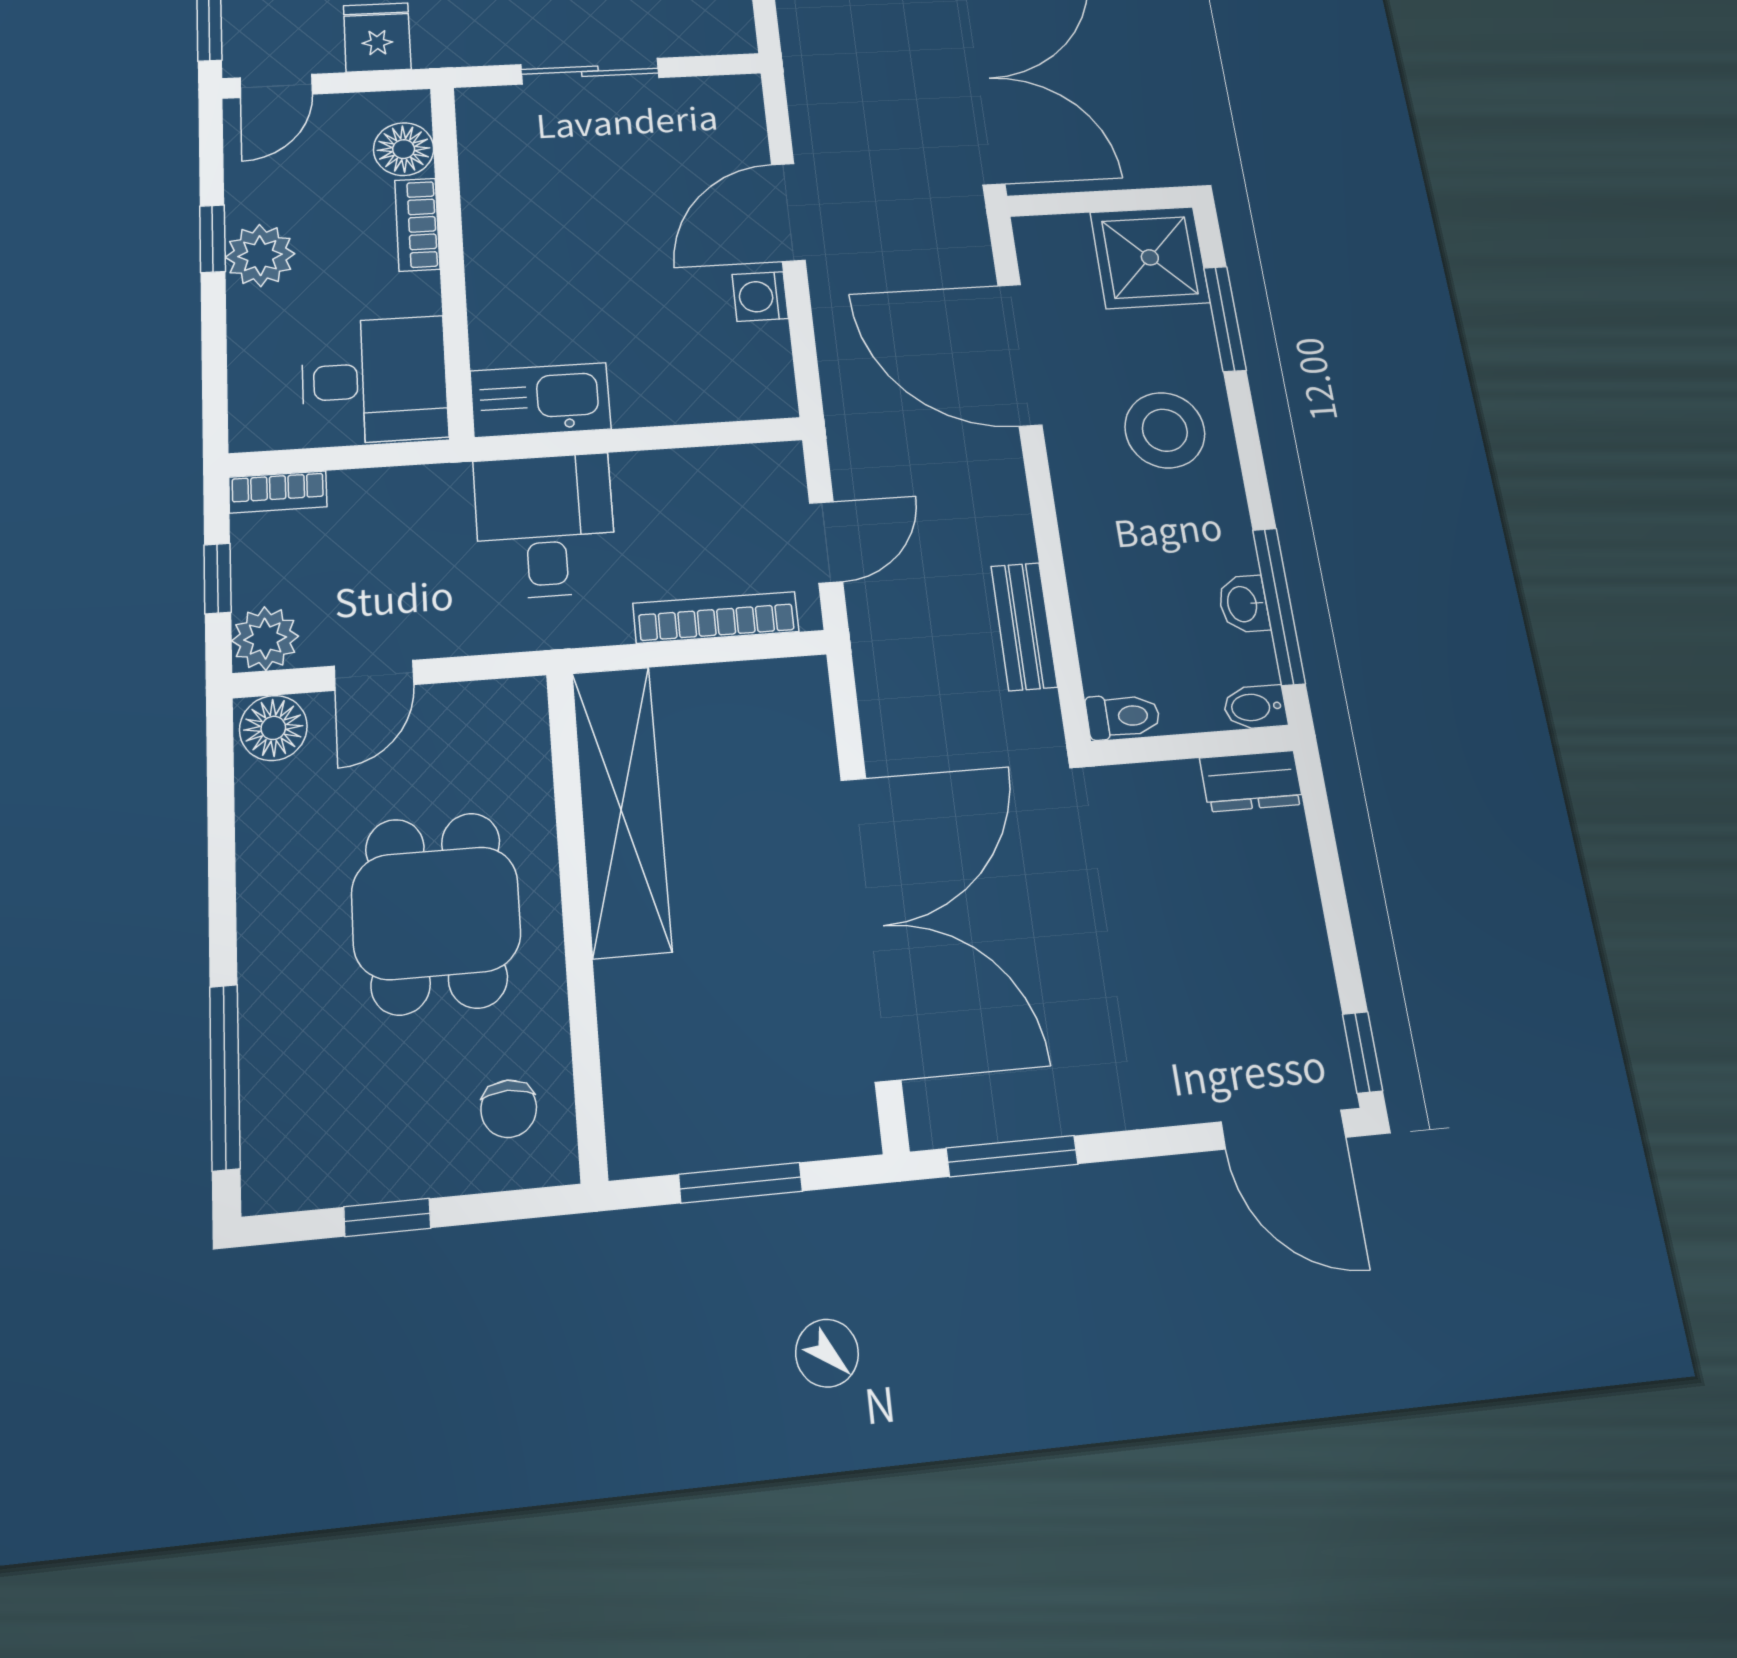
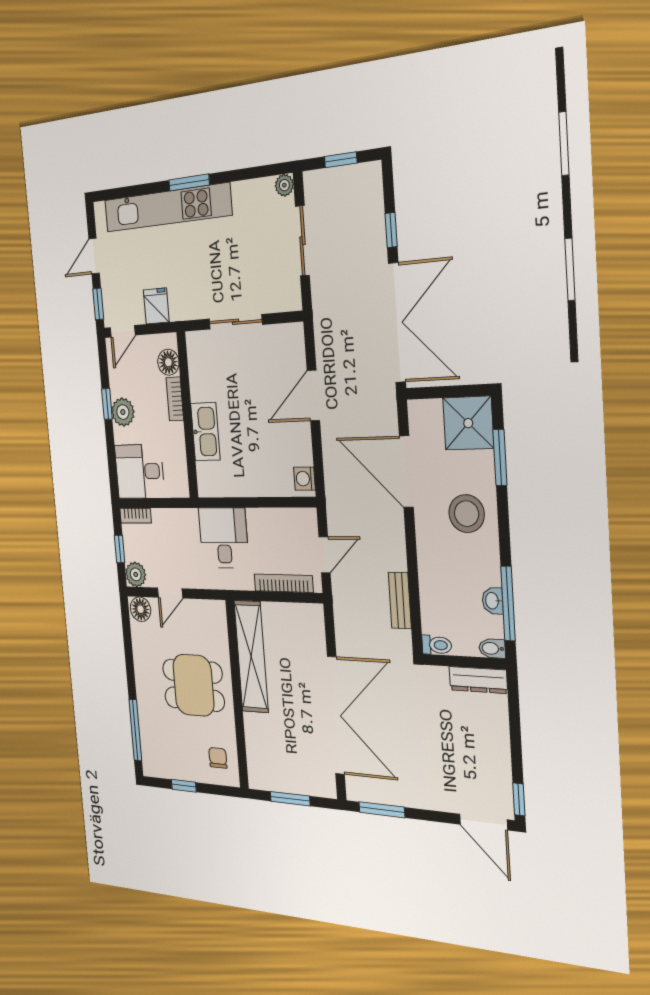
washing machine: (760, 297) -> (304, 479), moved
desk: (374, 380) -> (140, 471), moved, turned 180
kitchen sink: (541, 400) -> (205, 432), moved, turned 90
dresser: (1251, 781) -> (478, 680), width x1.44
dining table: (436, 913) -> (193, 685), turned 90
chair: (509, 1109) -> (218, 758), turned 180

